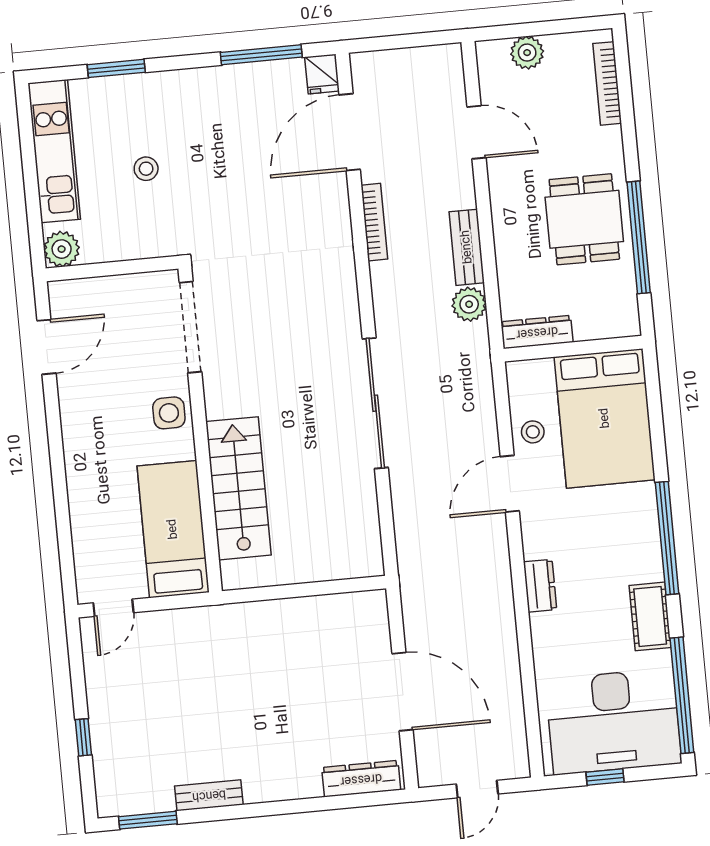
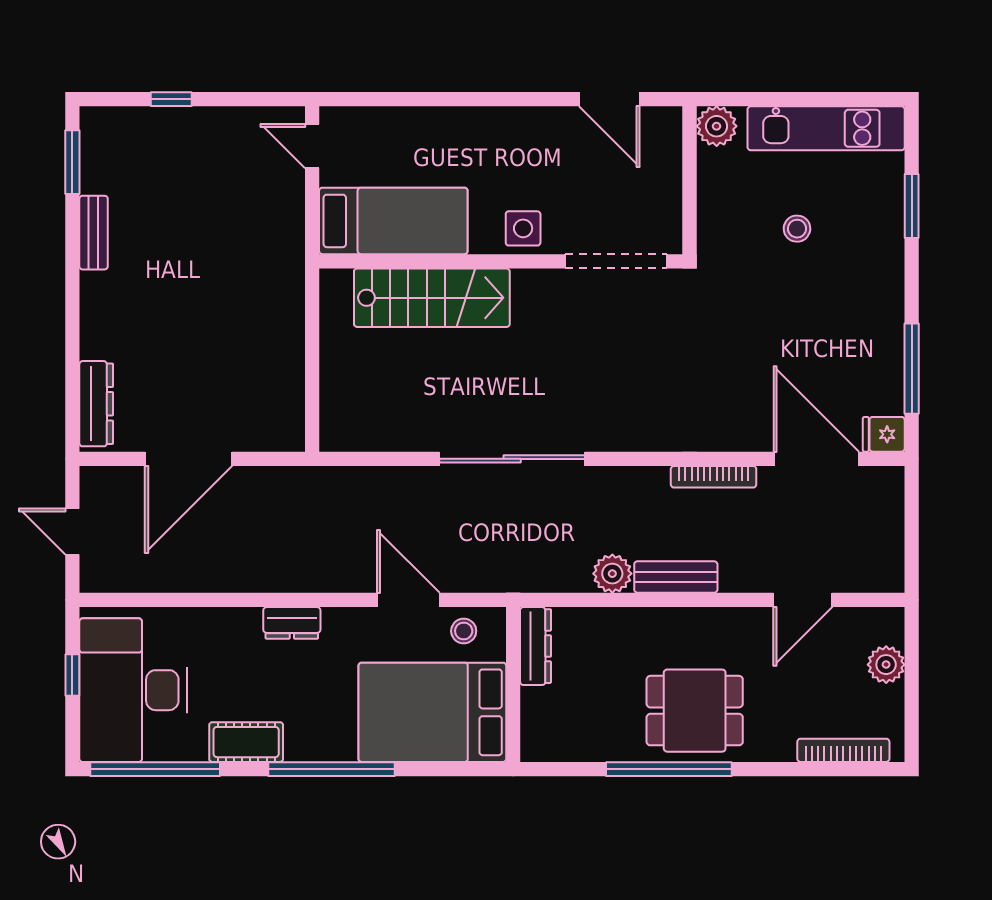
dresser: (537, 332) -> (535, 646), moved
wall: (573, 349) -> (513, 684), moved
bed: (605, 418) -> (432, 712), moved

